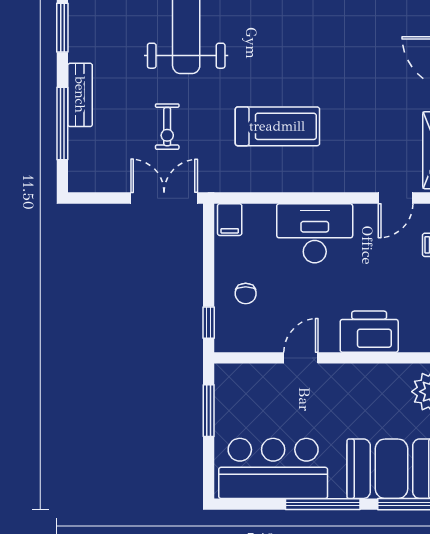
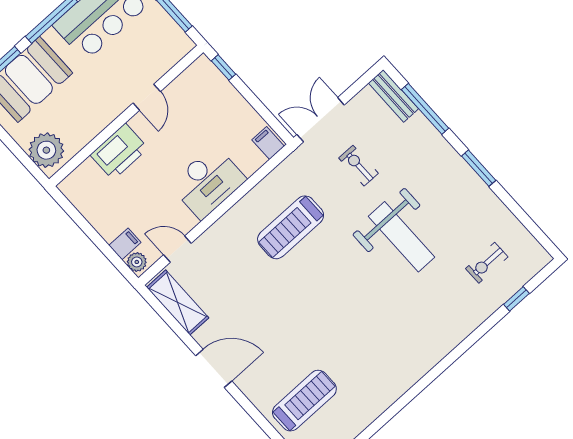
bench: (80, 95) -> (393, 96), moved
double door: (164, 198) -> (321, 120), swing flipped
door: (396, 198) -> (177, 249), hinge flipped
chair: (246, 294) -> (217, 106), removed

